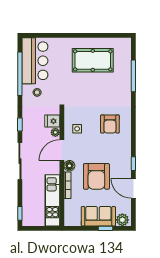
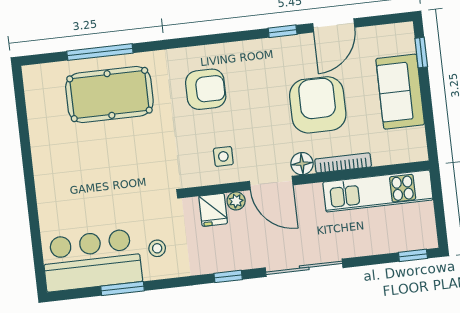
pool table: (93, 60) -> (109, 95), moved, turned 90
window: (20, 74) -> (122, 288), width x0.47
armchair: (96, 176) -> (318, 105), turned -90
plant: (122, 220) -> (402, 41), removed
window: (106, 228) -> (421, 53), moved

